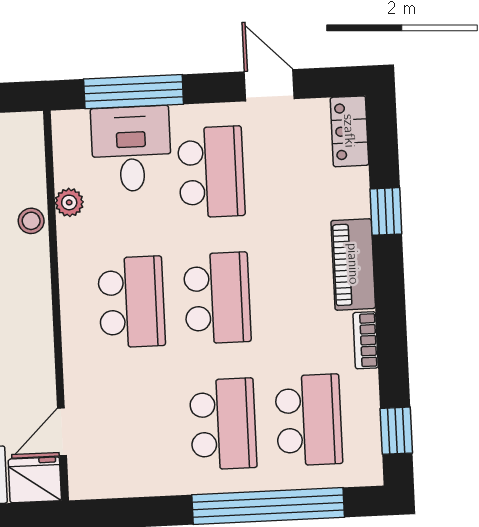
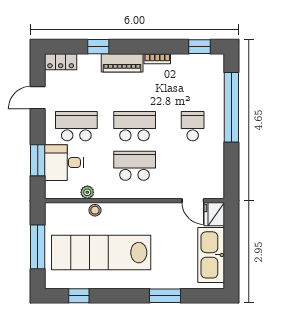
window: (134, 92) -> (38, 160), width x0.69
school desk: (309, 420) -> (193, 87), removed
school desk: (223, 424) -> (193, 126), width x0.54

